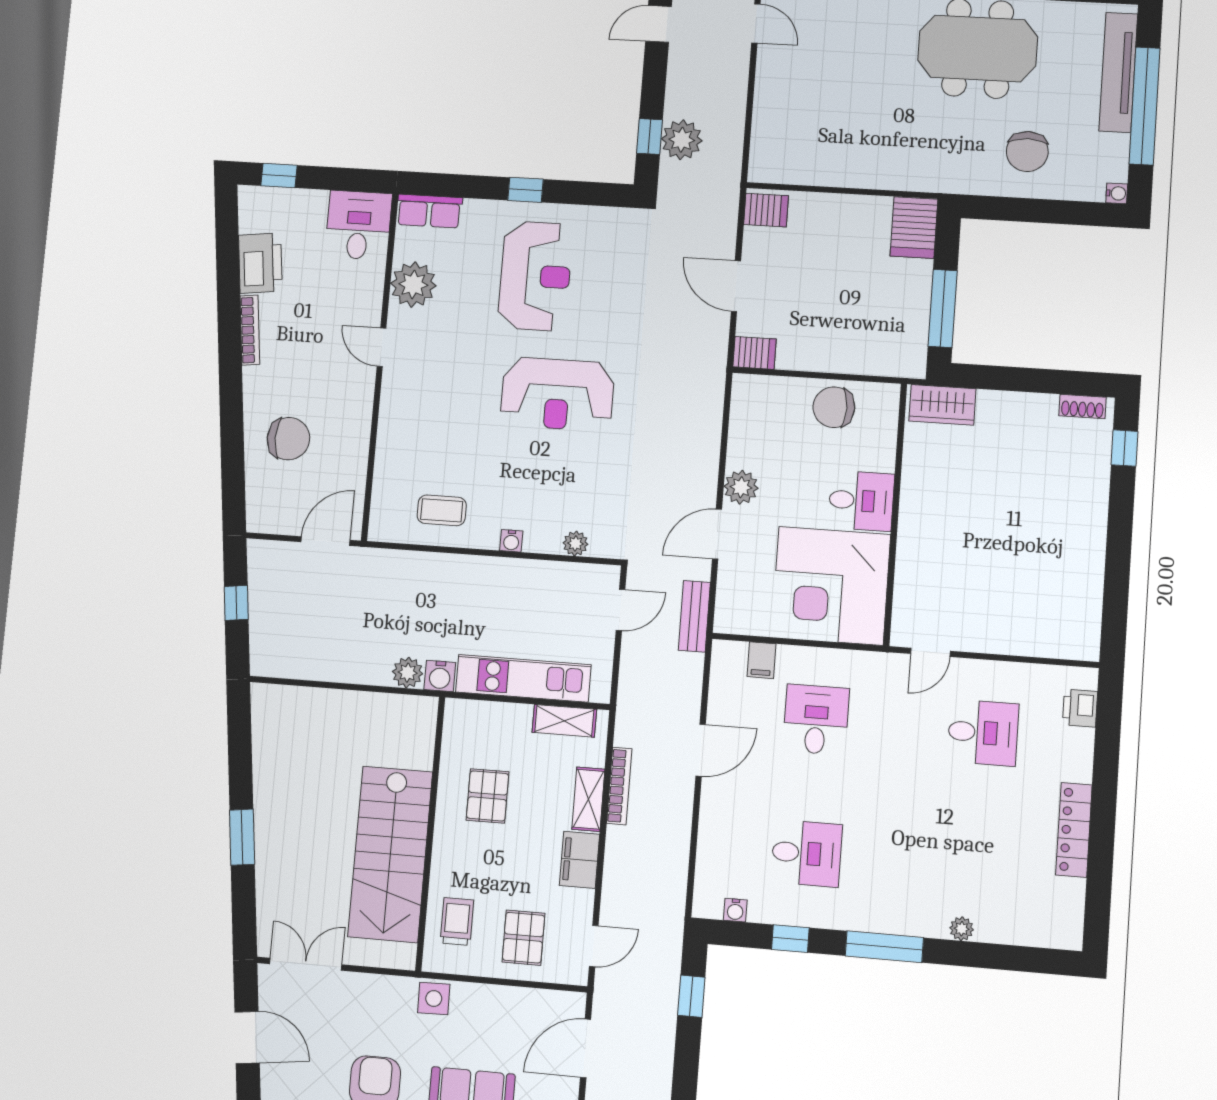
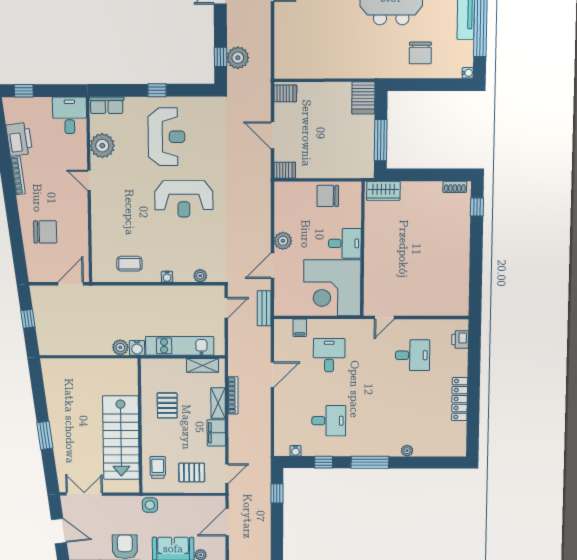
pallet: (523, 938) -> (192, 472), turned 90

